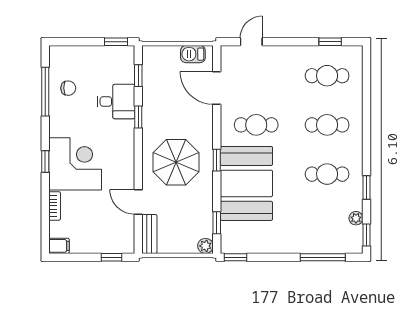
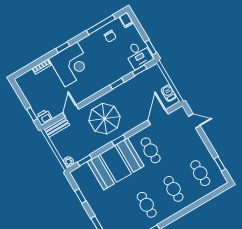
desk: (116, 101) -> (138, 55), moved
printer: (125, 243) -> (44, 117), added
filing cabinet: (59, 246) -> (126, 20), moved
window: (235, 257) -> (80, 196), moved

